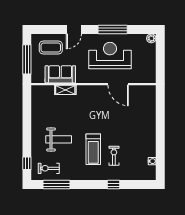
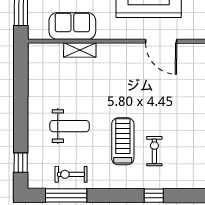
treadmill: (93, 149) -> (123, 141), turned 180
exercise bike: (49, 168) -> (71, 174), moved

